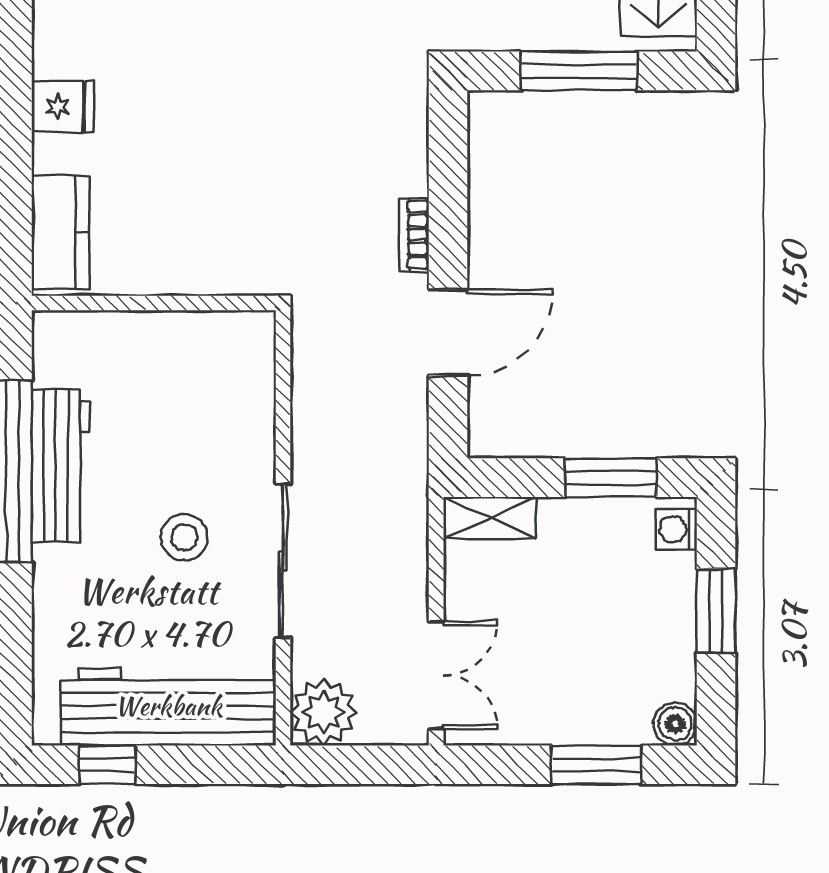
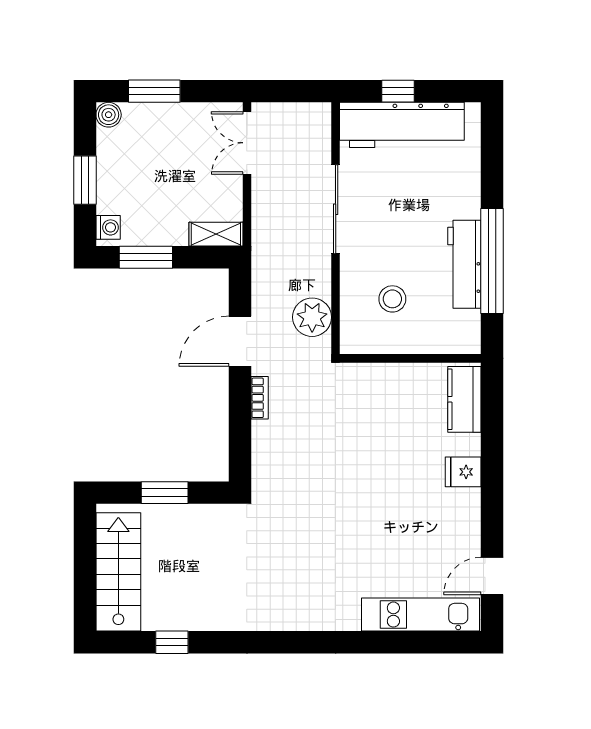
window: (579, 71) -> (165, 493), width x0.69
stool: (184, 537) -> (392, 299), moved
plant: (324, 712) -> (312, 317), moved
window: (107, 765) -> (398, 91), moved

